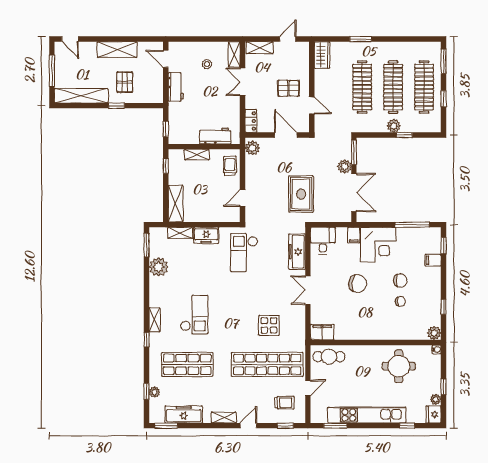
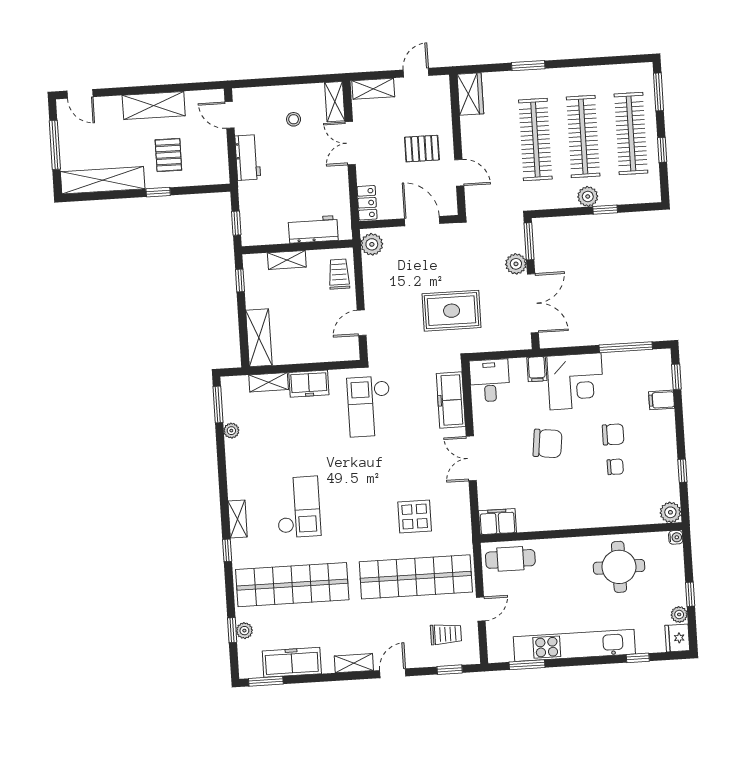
rug: (301, 194) -> (452, 311), turned 90
plant: (159, 267) -> (231, 431), width x0.53, depth x0.53
shop shelf: (187, 364) -> (292, 585), width x1.40

